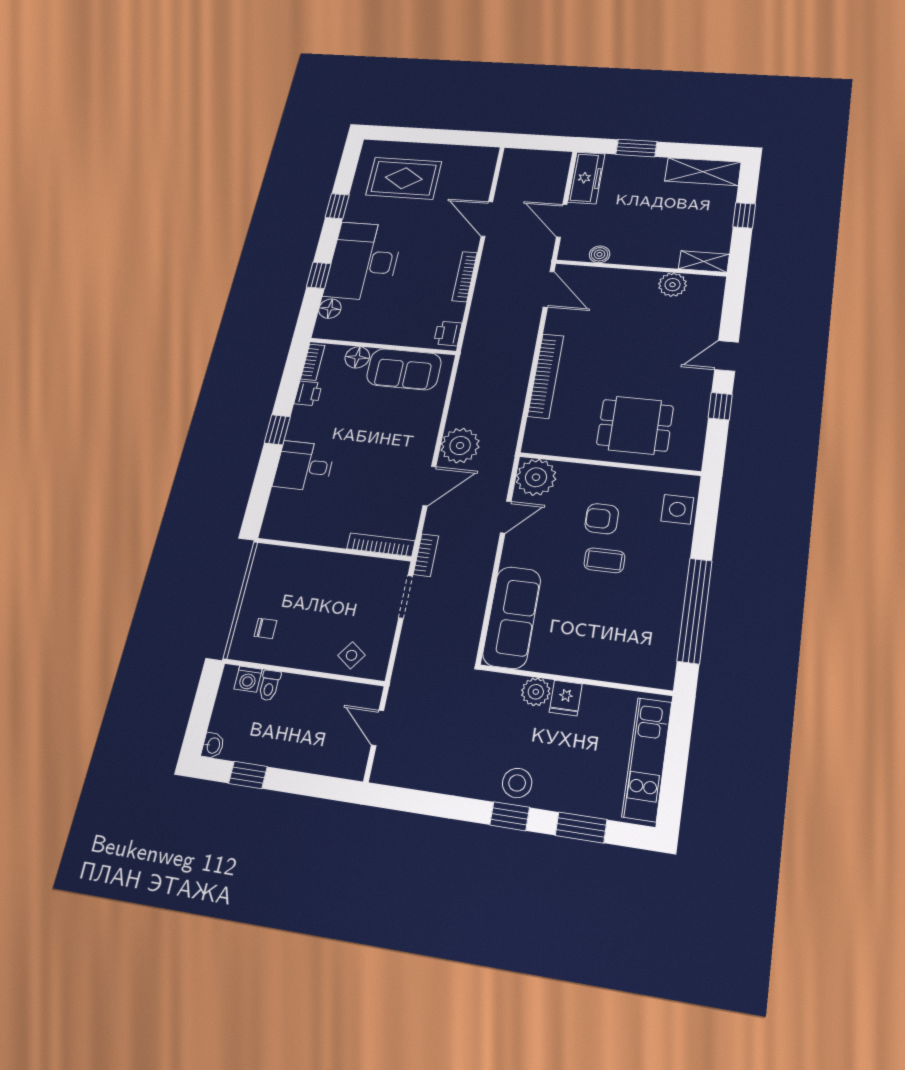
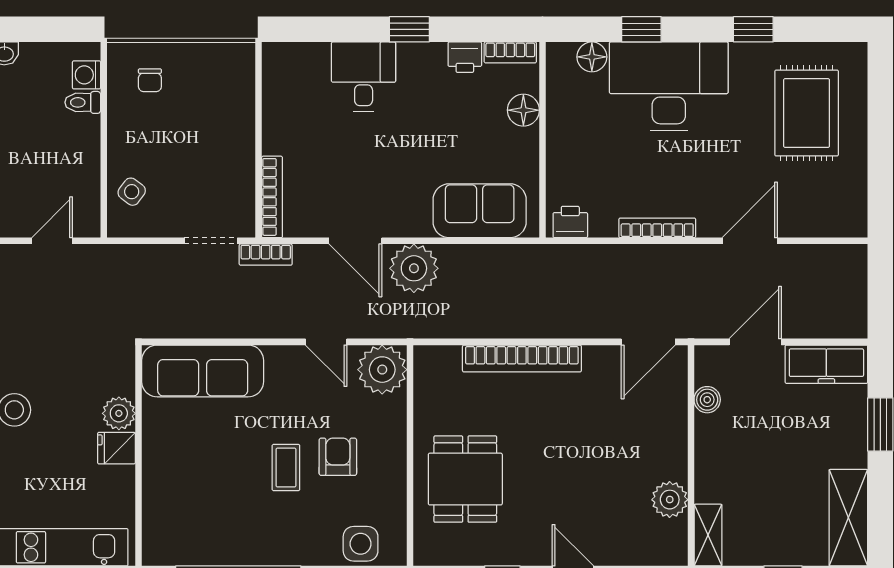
sofa: (404, 369) -> (480, 211), moved, turned 90

